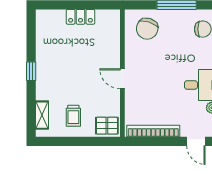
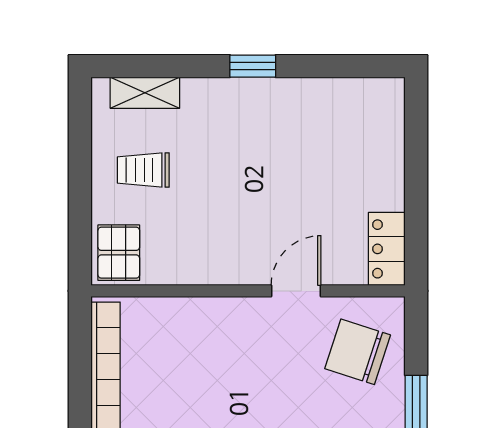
locker: (80, 17) -> (387, 249), moved
door: (122, 79) -> (296, 291), moved

